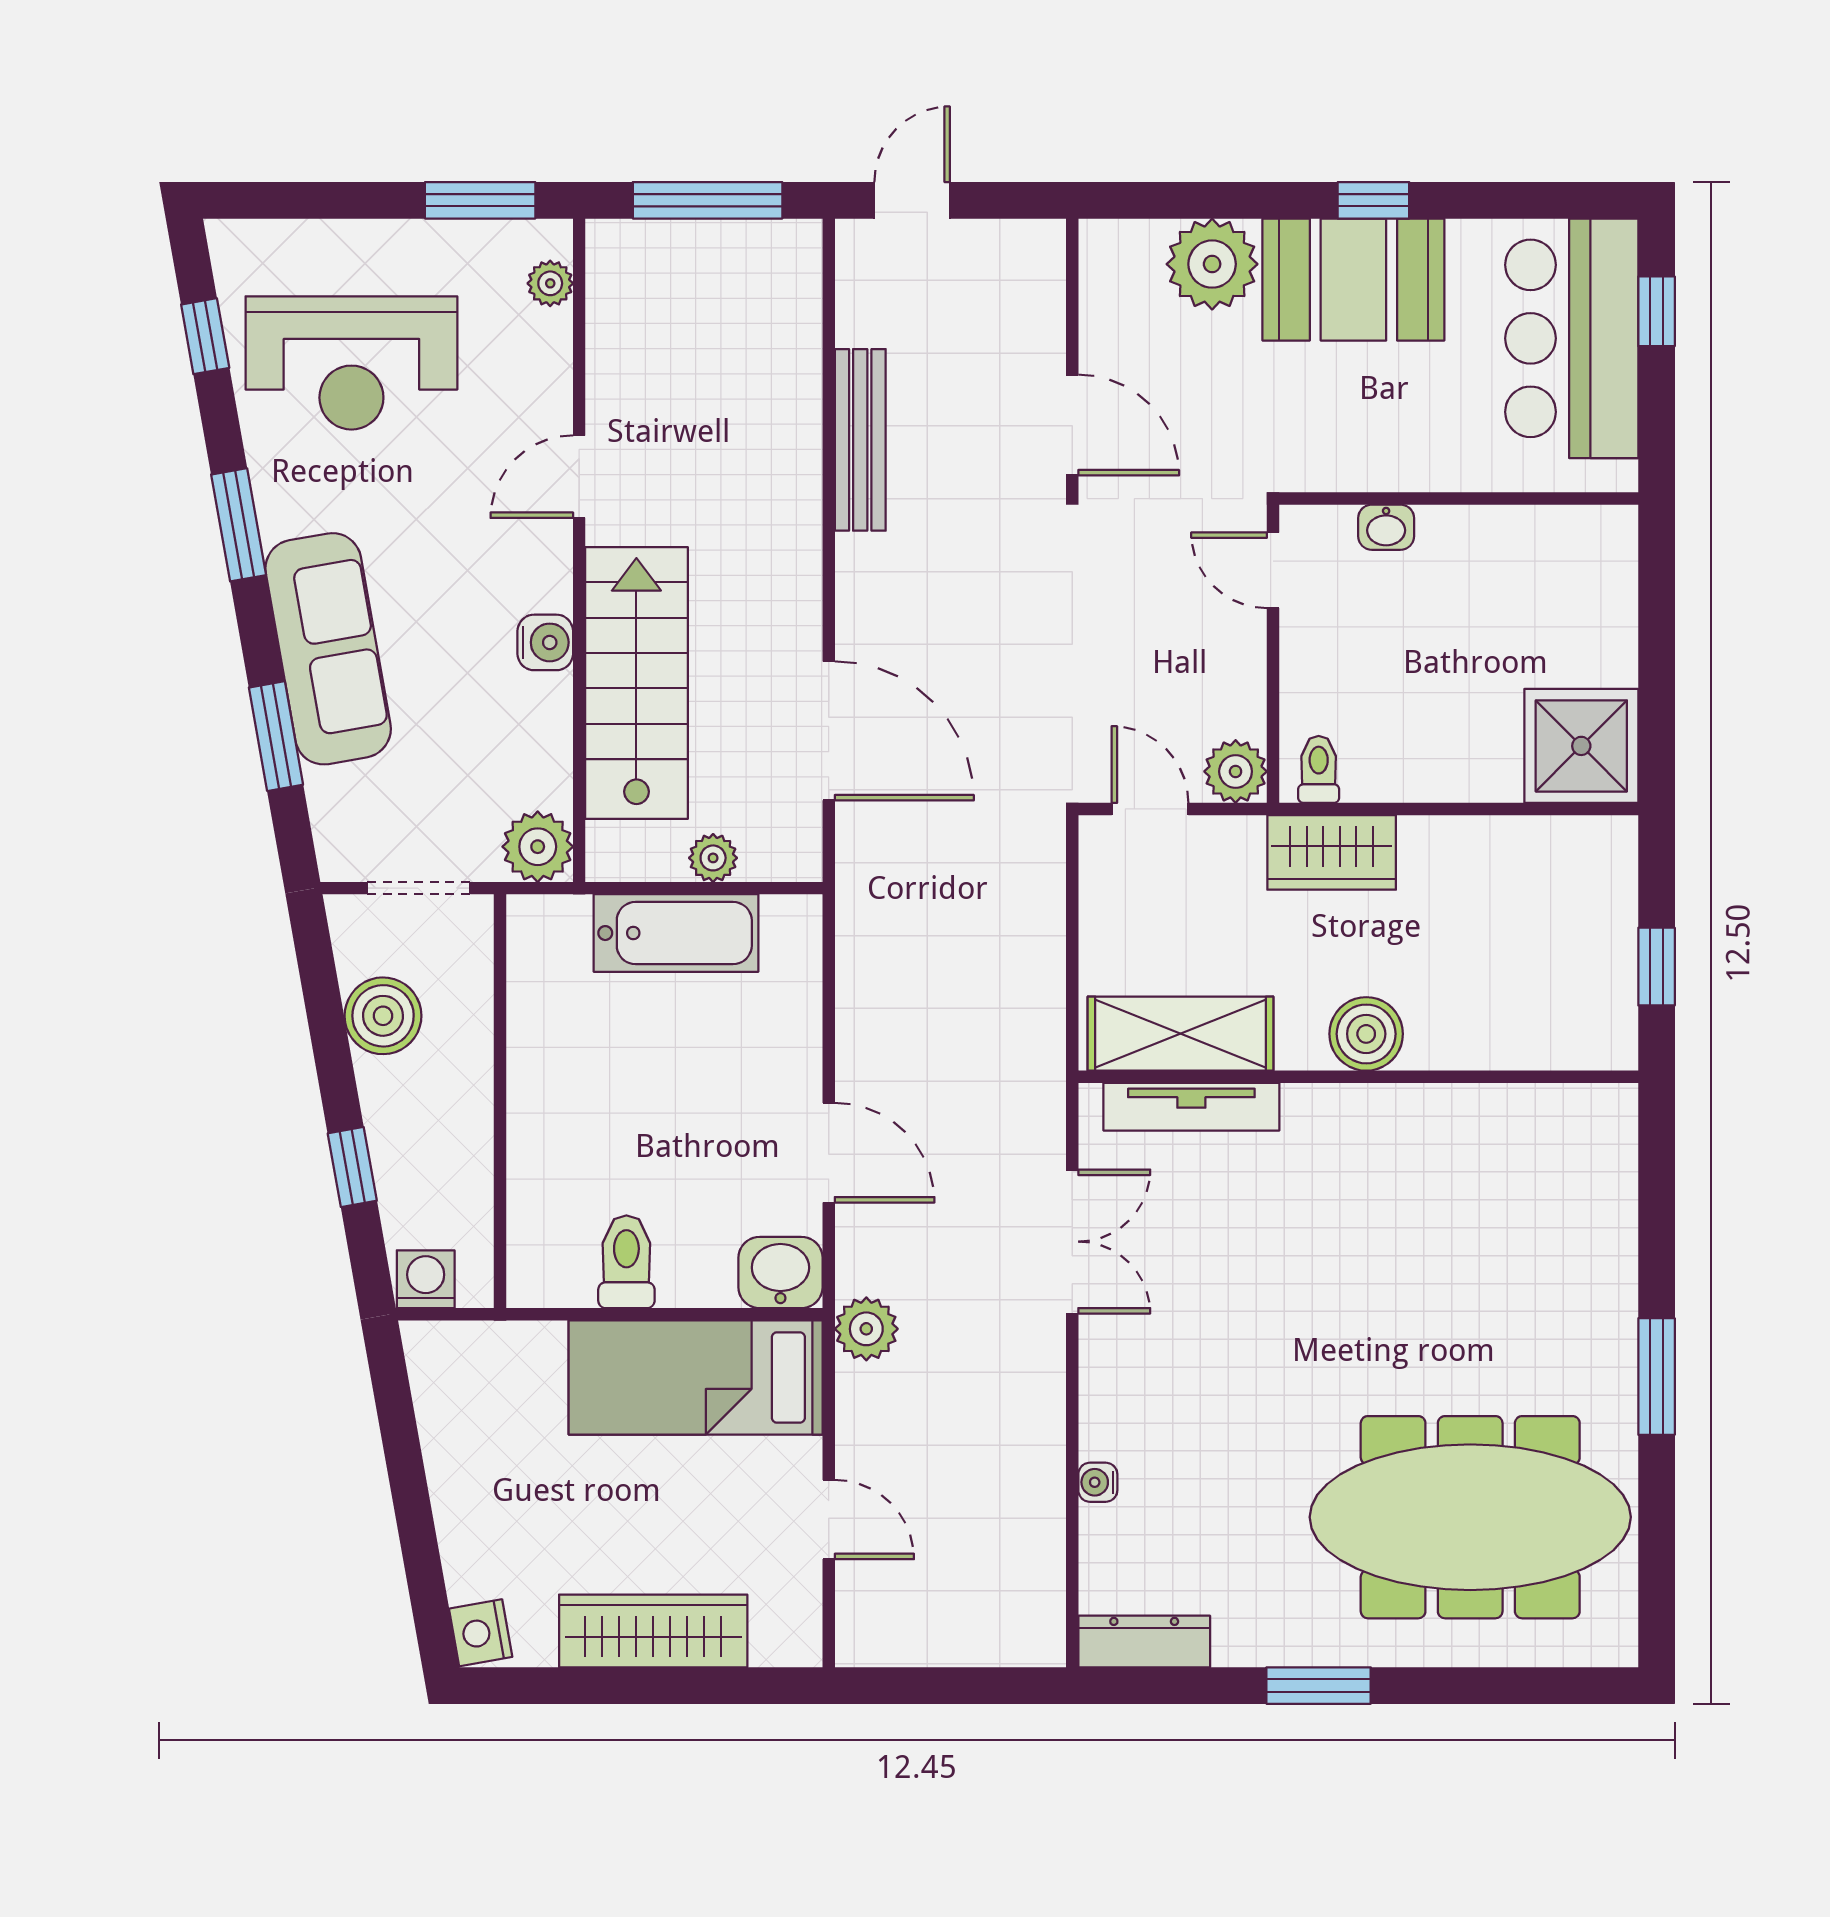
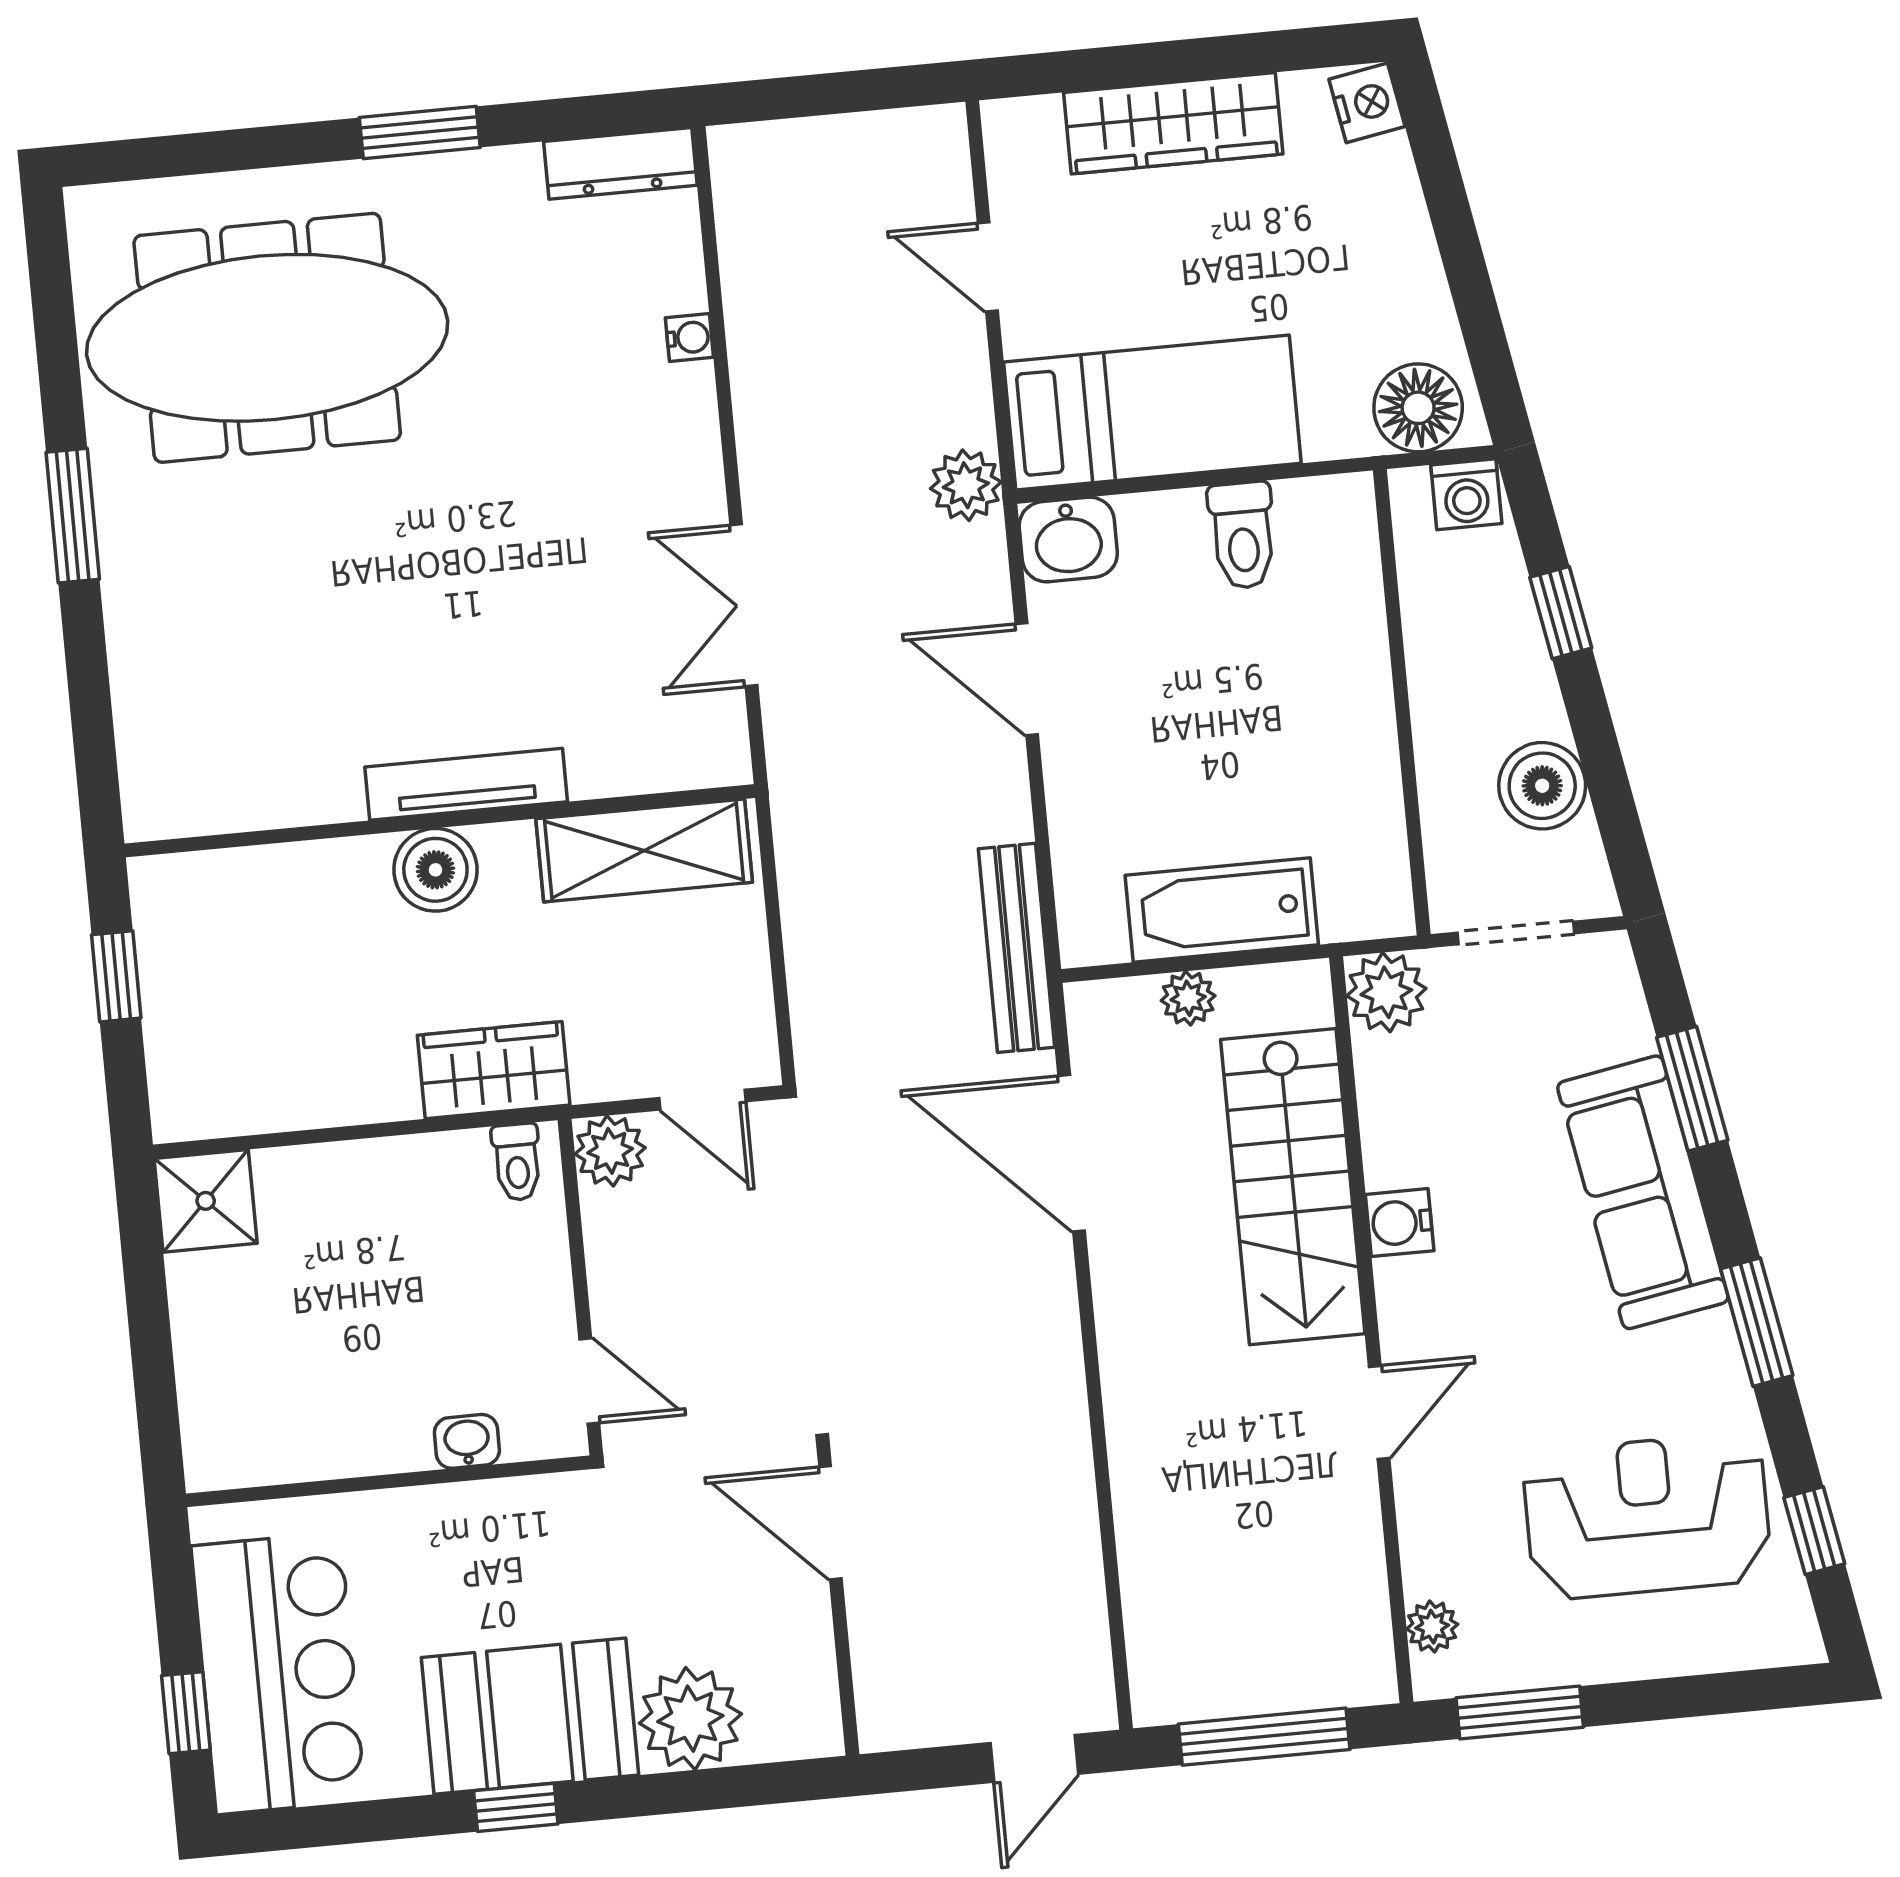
bench: (860, 440) -> (1017, 948), moved
shower: (1581, 746) -> (206, 1201), width x0.73, depth x0.73
tv unit: (1191, 1107) -> (466, 784), moved
floor lamp: (461, 1359) -> (1418, 408), added

